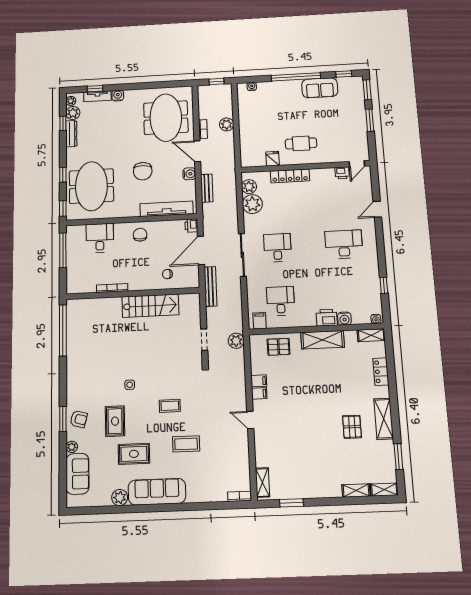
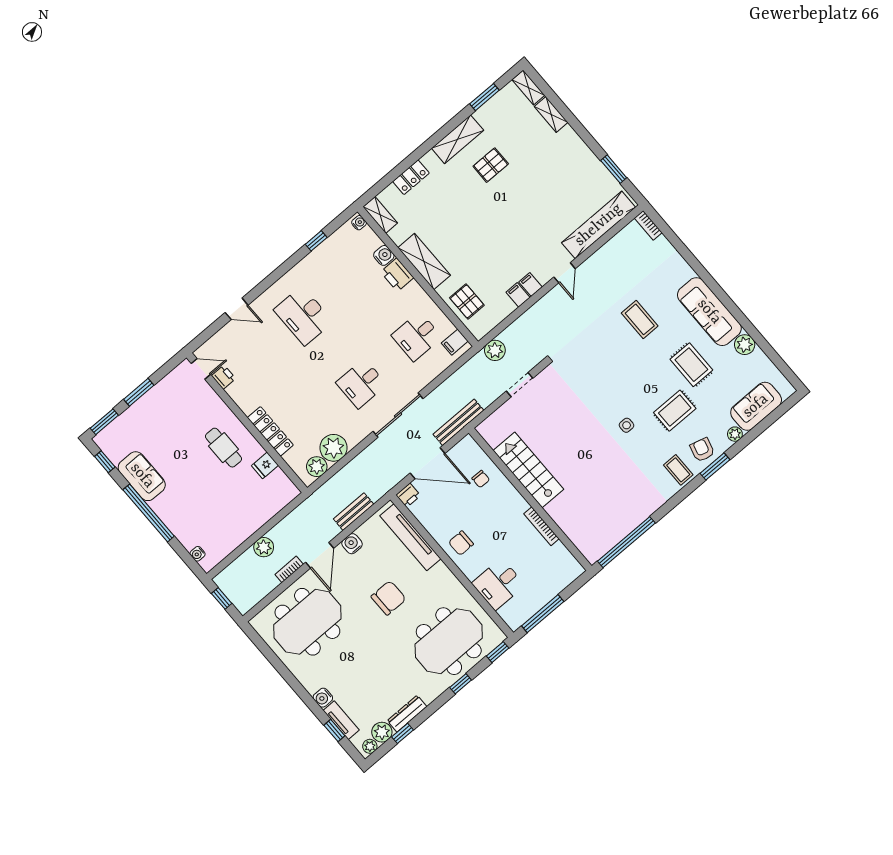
coffee table: (170, 406) -> (678, 470), moved
shelving: (262, 482) -> (599, 225), width x2.20, depth x1.33

